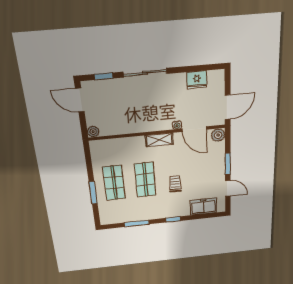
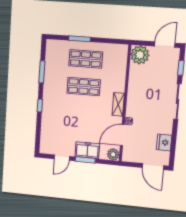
door: (228, 107) -> (153, 167), moved
plant: (93, 132) -> (140, 55), width x1.87, depth x1.87
trolley: (175, 184) -> (75, 112), removed
freezer: (203, 207) -> (87, 150), moved, turned -90

